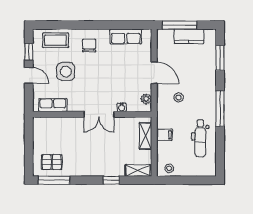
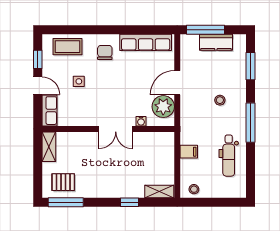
row of seats: (126, 36) -> (146, 42), width x1.48
side table: (66, 72) -> (79, 81), width x0.54, depth x0.54
door: (154, 73) -> (177, 83), swing flipped
stool: (179, 97) -> (220, 100), moved
plant: (146, 99) -> (163, 107), width x1.87, depth x1.87
row of seats: (53, 105) -> (49, 111), moved, turned 90
shelving: (145, 136) -> (49, 147), moved

